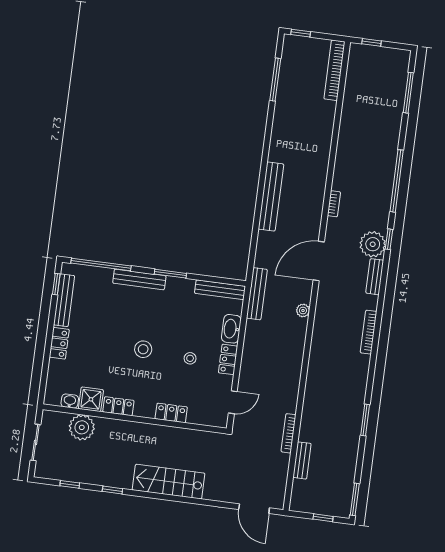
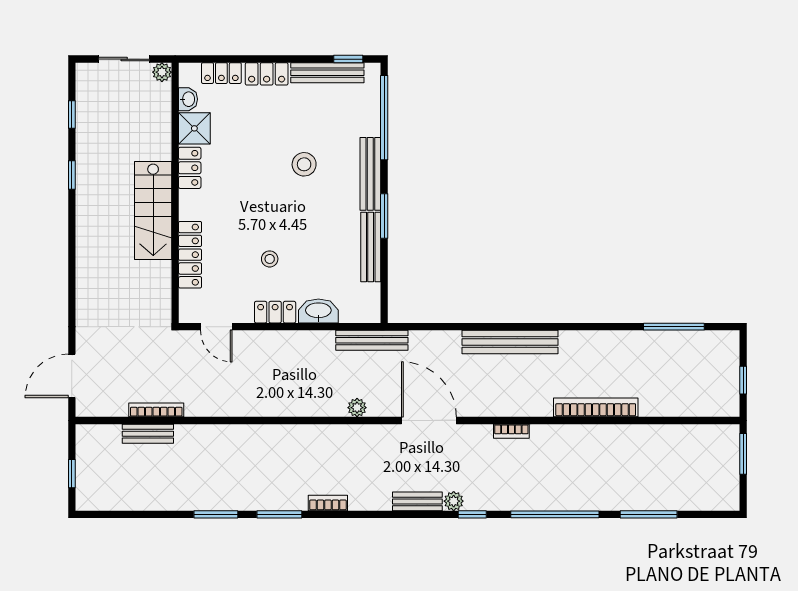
window: (301, 33) -> (743, 380), moved
window: (371, 42) -> (743, 454), width x1.50
bookcase: (334, 70) -> (596, 407), moved
window: (408, 93) -> (649, 514), moved
plant: (373, 244) -> (454, 501), width x0.53, depth x0.53
bench: (220, 290) -> (371, 247), moved
bookcase: (369, 332) -> (328, 503), width x0.64
stool: (143, 349) -> (304, 164), moved
locker: (54, 375) -> (221, 73), added
locker: (171, 413) -> (190, 255), width x1.53
plant: (82, 427) -> (162, 72), moved, width x0.53, depth x0.53
bookcase: (289, 433) -> (156, 410), moved
stairs: (169, 482) -> (153, 210), moved, turned 180
window: (355, 499) -> (279, 514), moved

